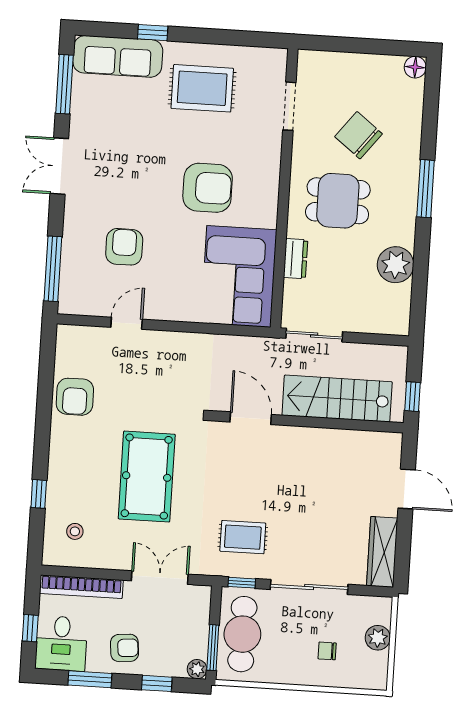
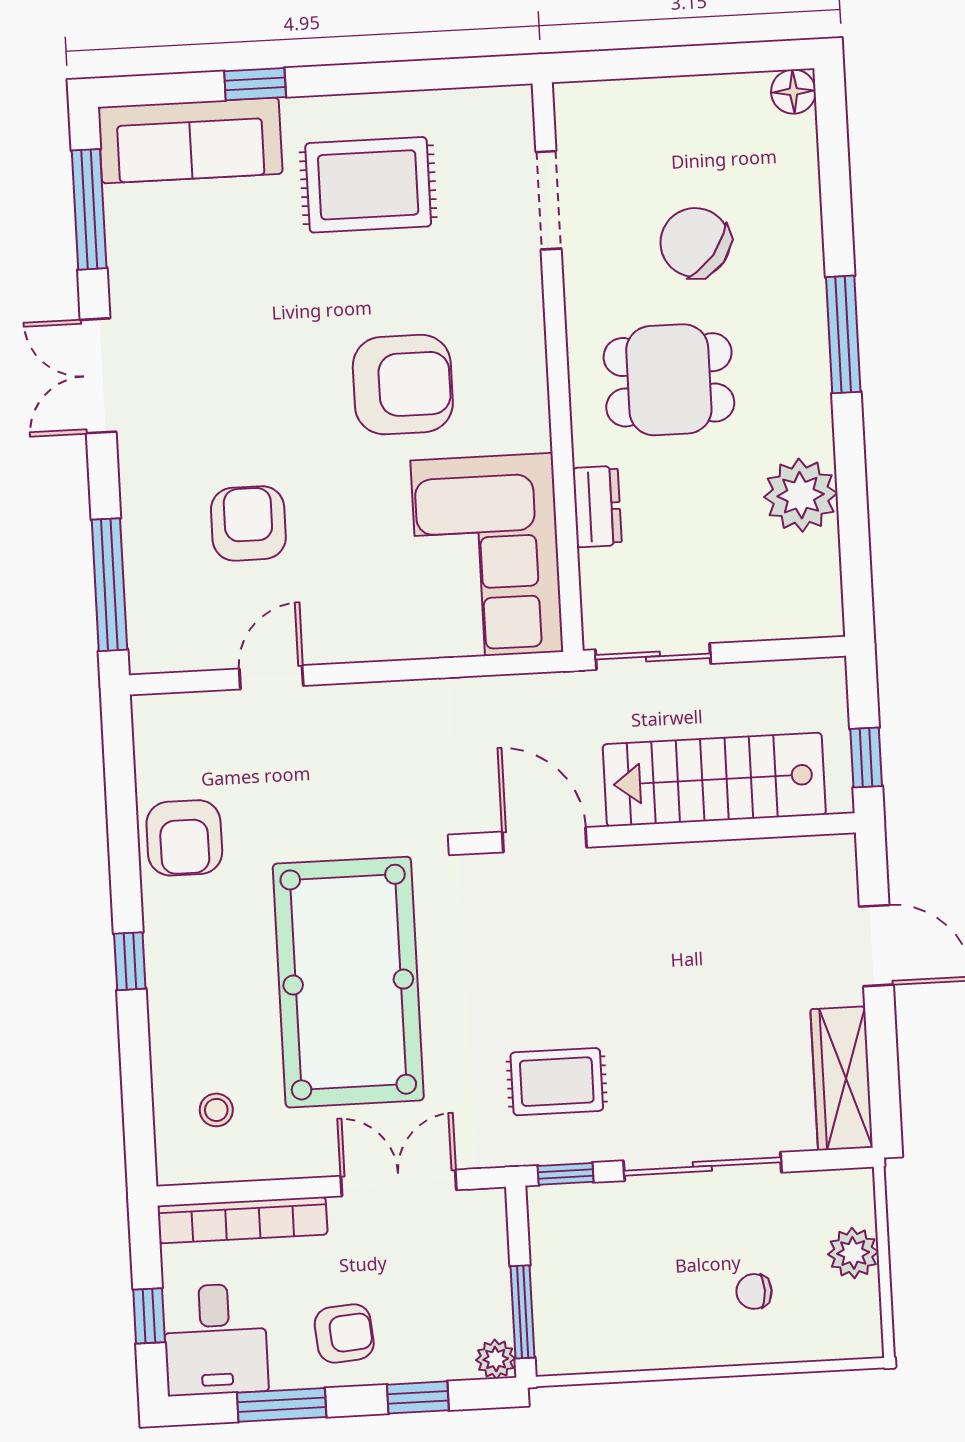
pool table: (147, 477) -> (348, 982), width x1.36, depth x1.32
window: (39, 494) -> (130, 961), moved
cafe table: (242, 634) -> (579, 1278), removed

